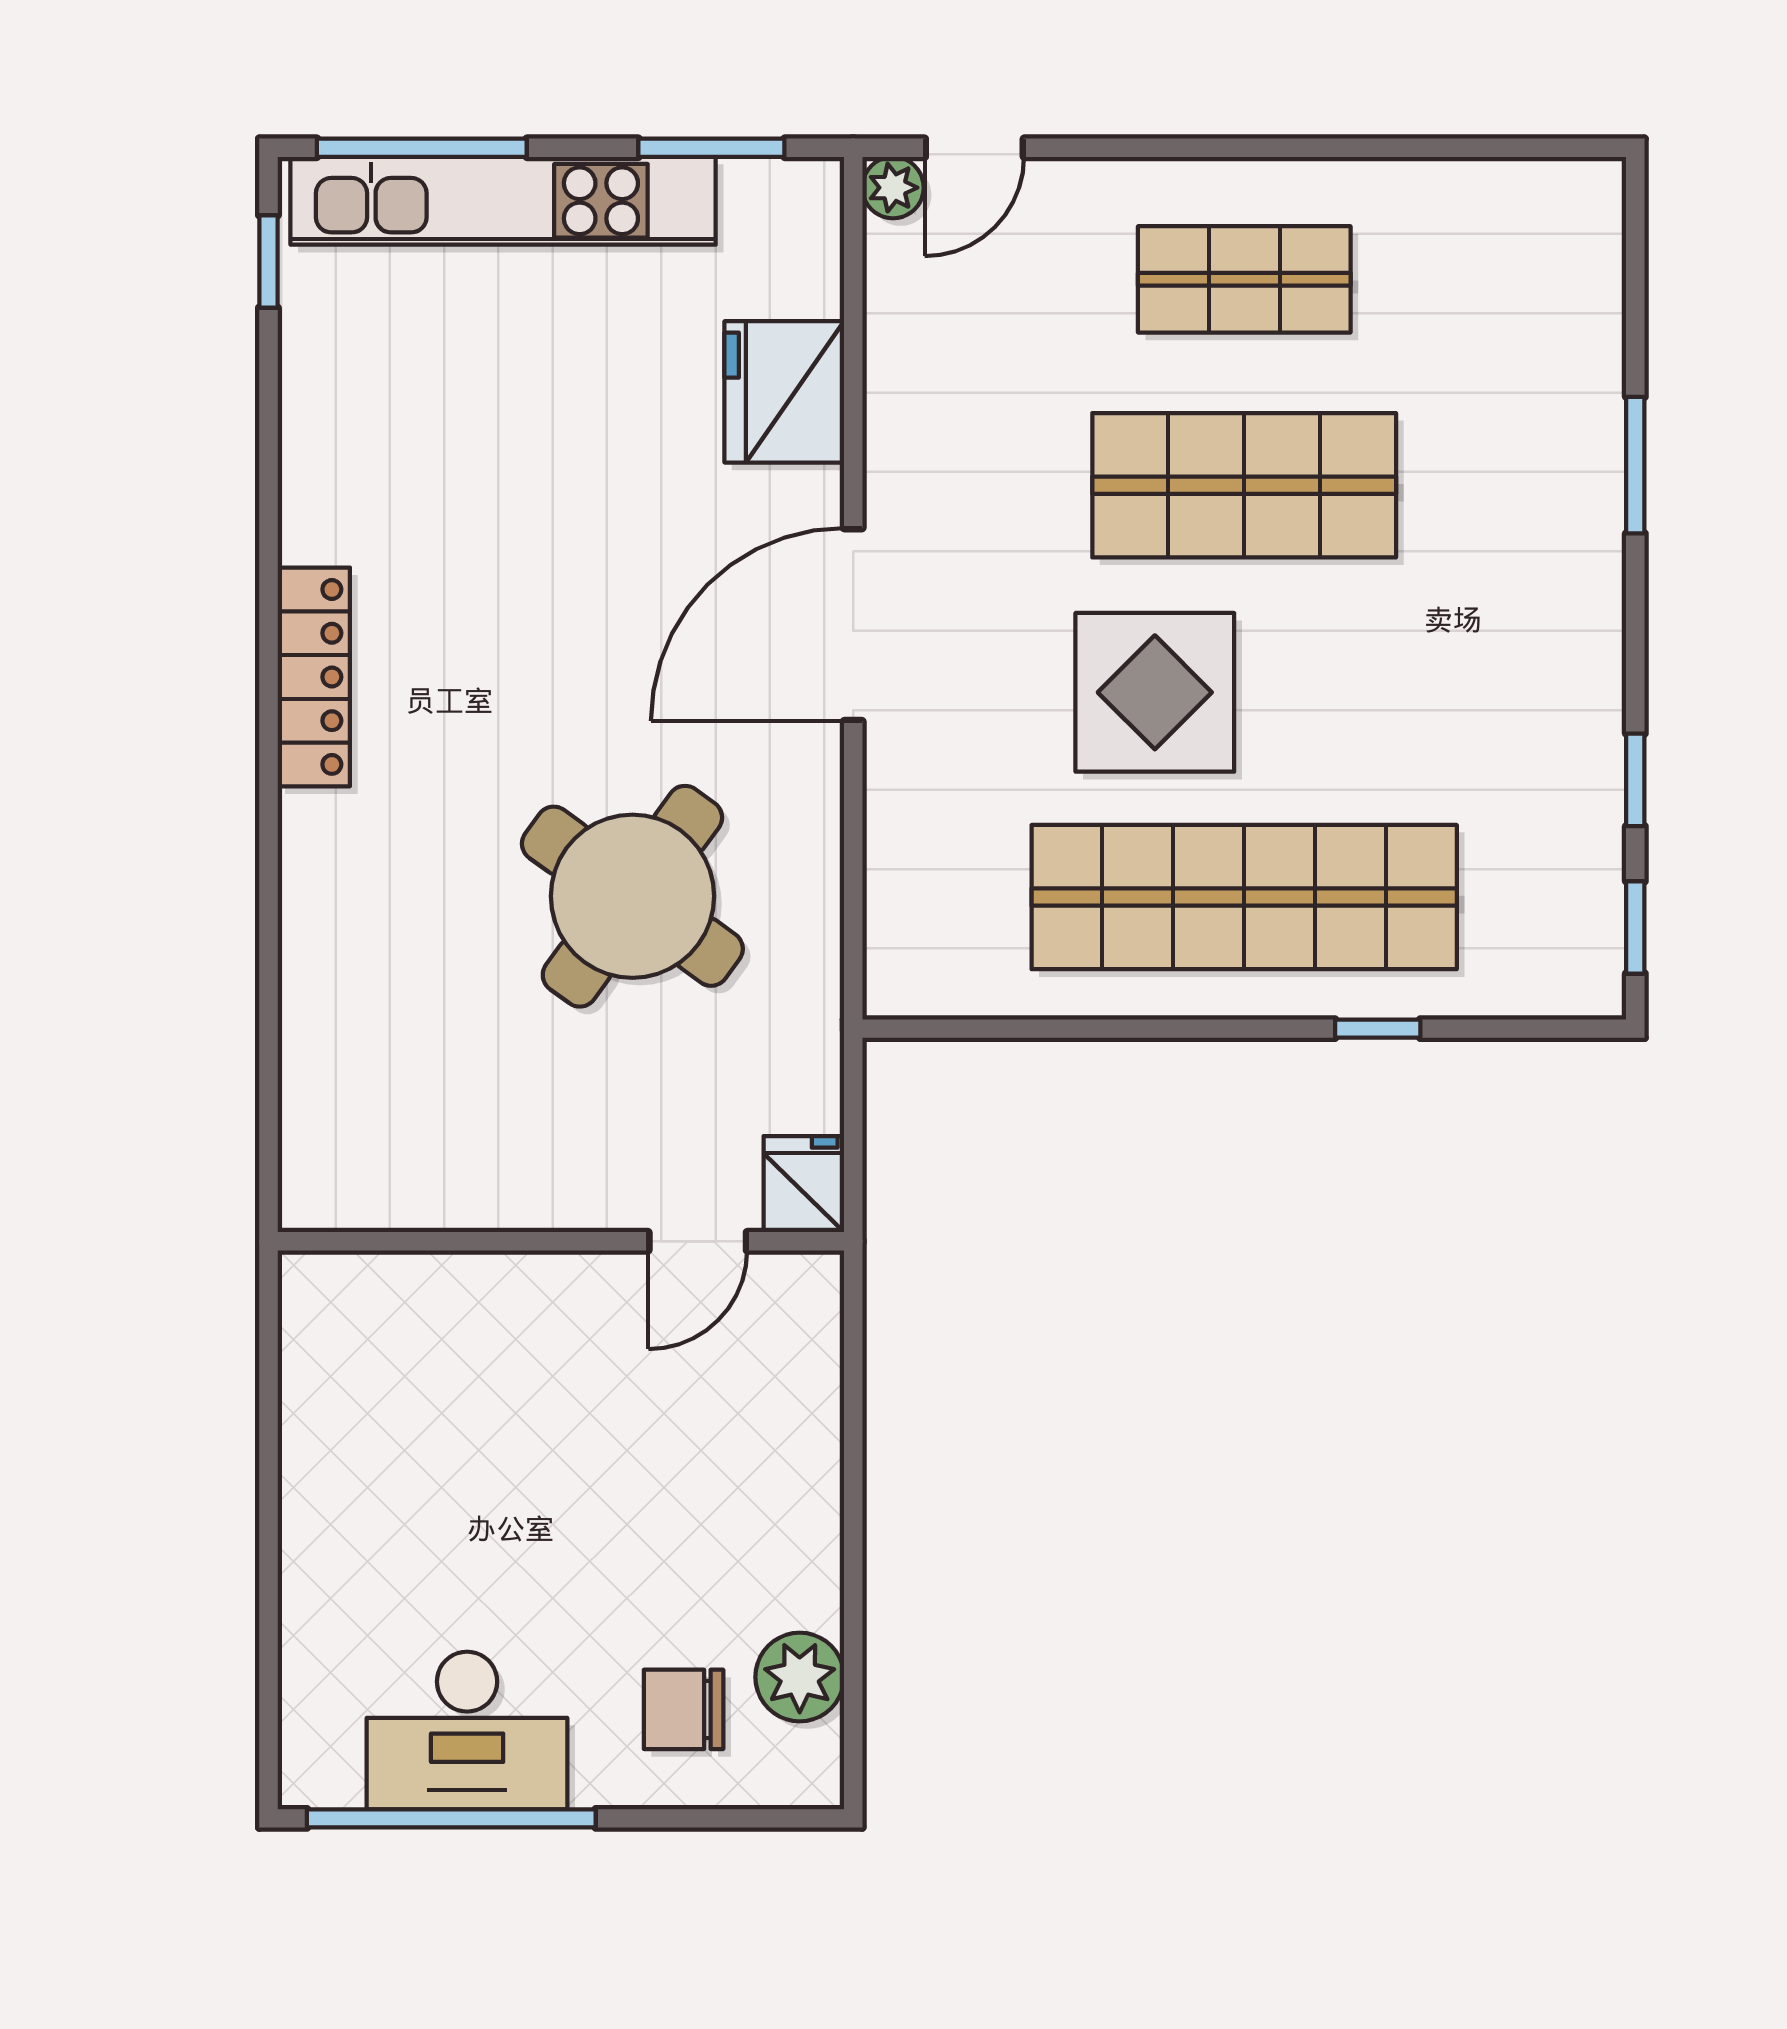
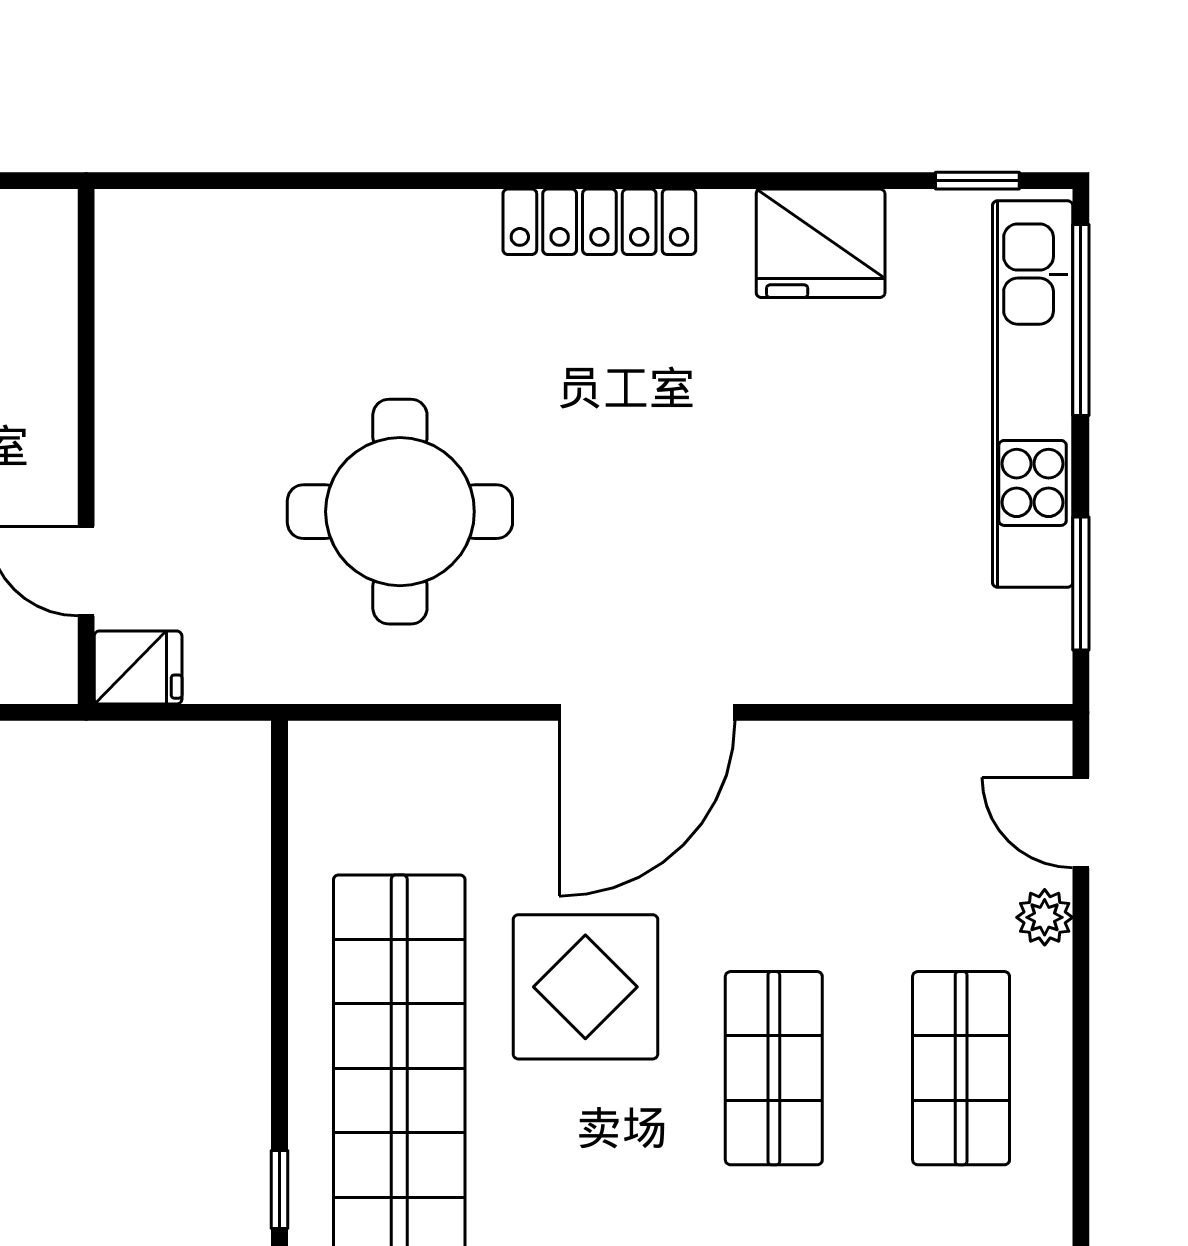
plant: (893, 188) -> (1045, 917), moved
fridge: (784, 392) -> (821, 243), moved, turned 180
shop shelf: (1244, 485) -> (774, 1068), width x0.70, depth x0.74
door: (853, 625) -> (647, 712), swing flipped
round table: (632, 896) -> (400, 512), turned -36

